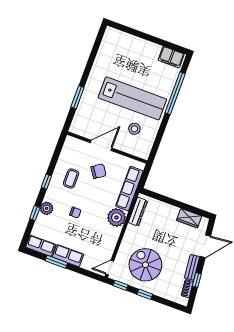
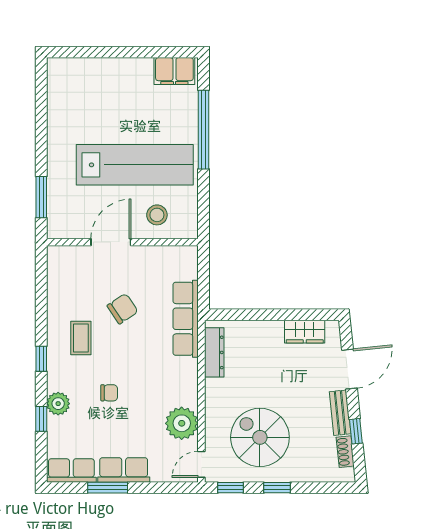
door: (101, 145) -> (111, 242), moved
wall: (107, 148) -> (122, 242), moved
plant: (116, 217) -> (182, 423), moved

